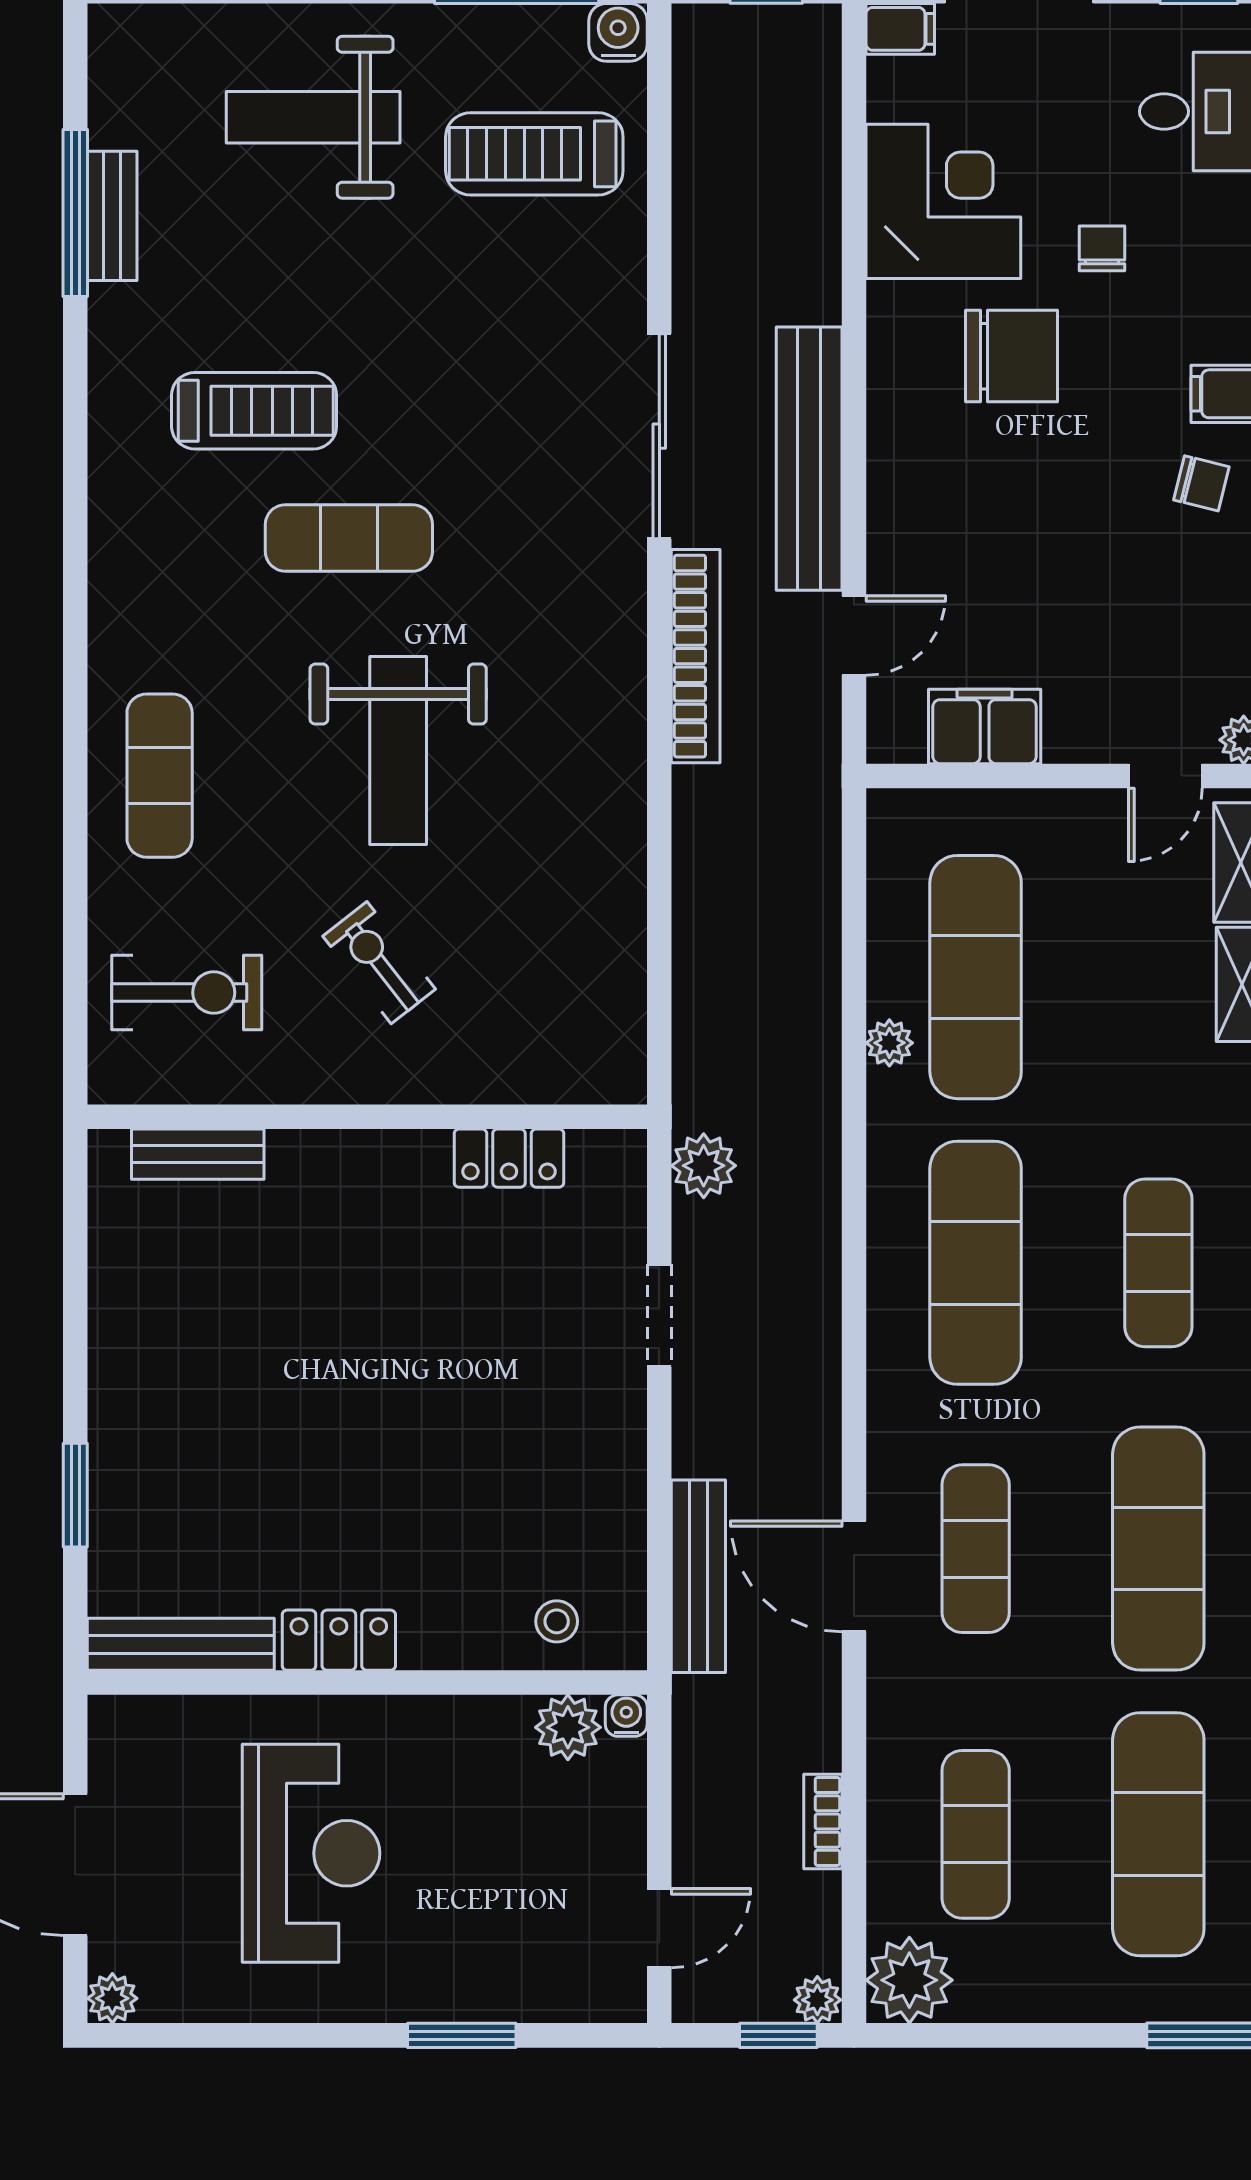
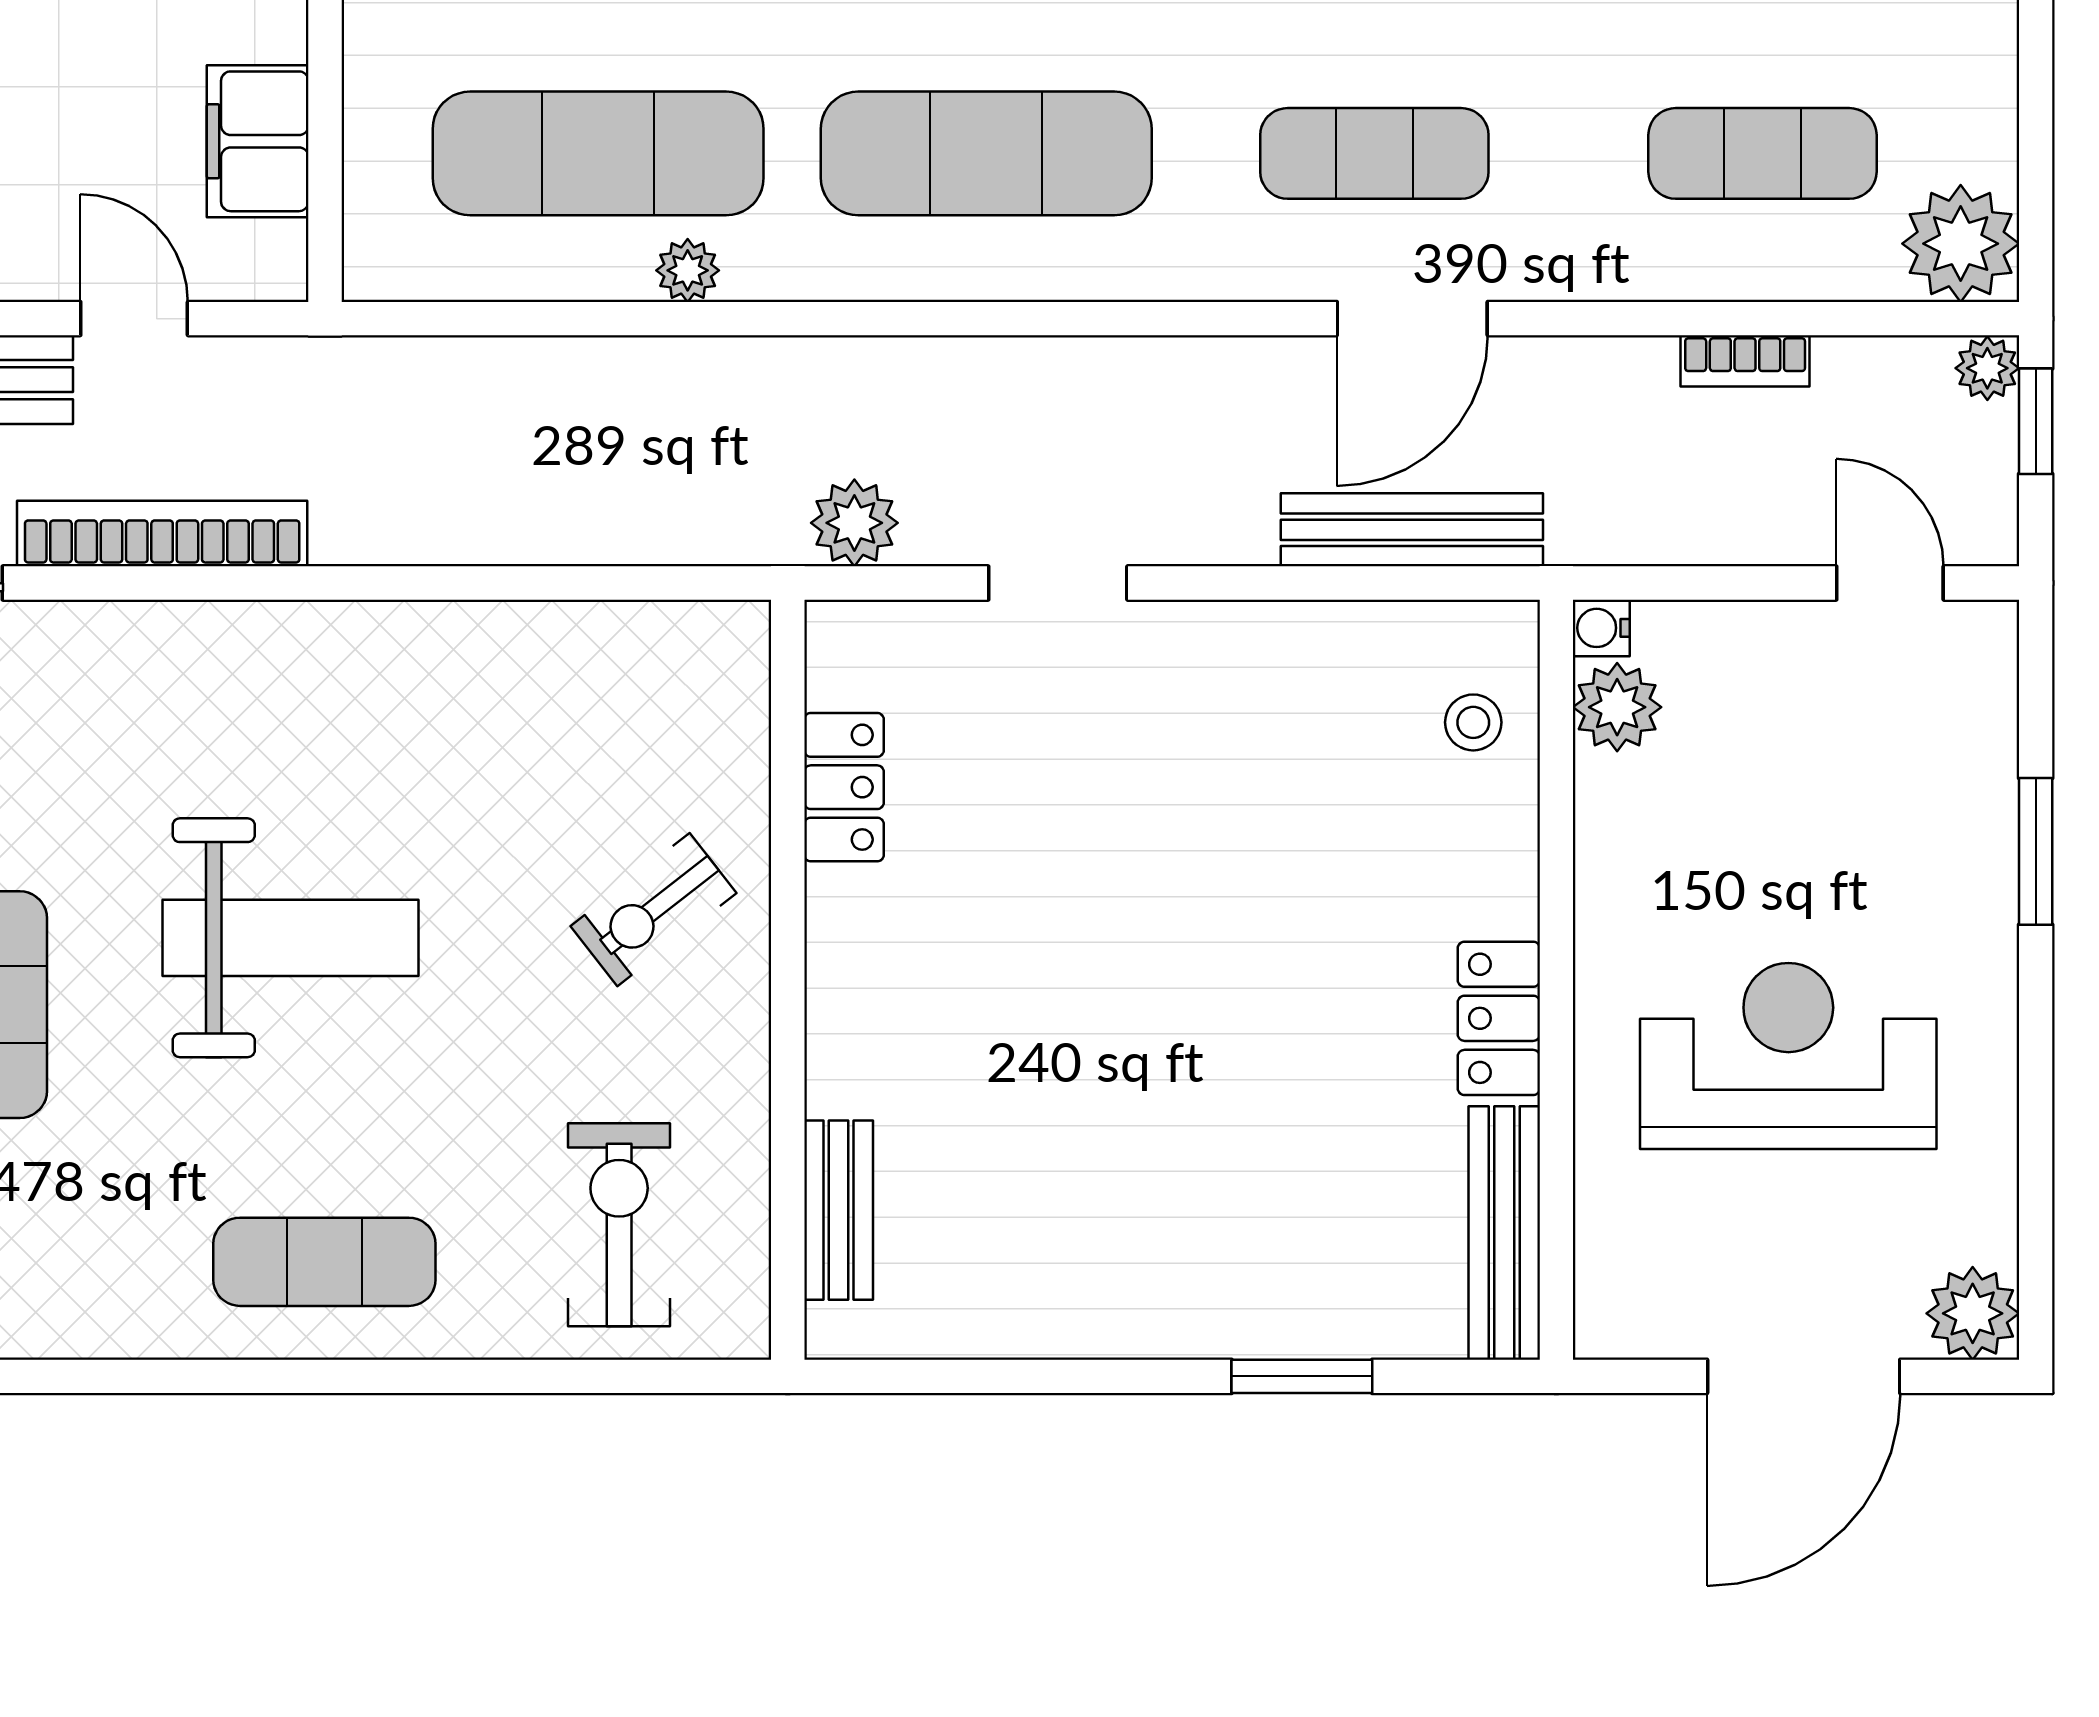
exercise bike: (379, 963) -> (653, 910), moved
plant: (112, 1998) -> (1973, 1313), width x1.38, depth x1.38

